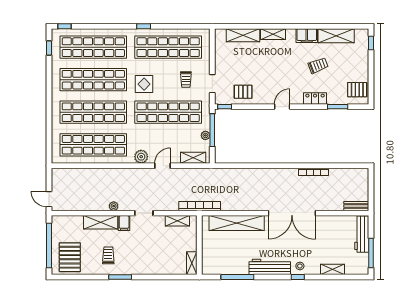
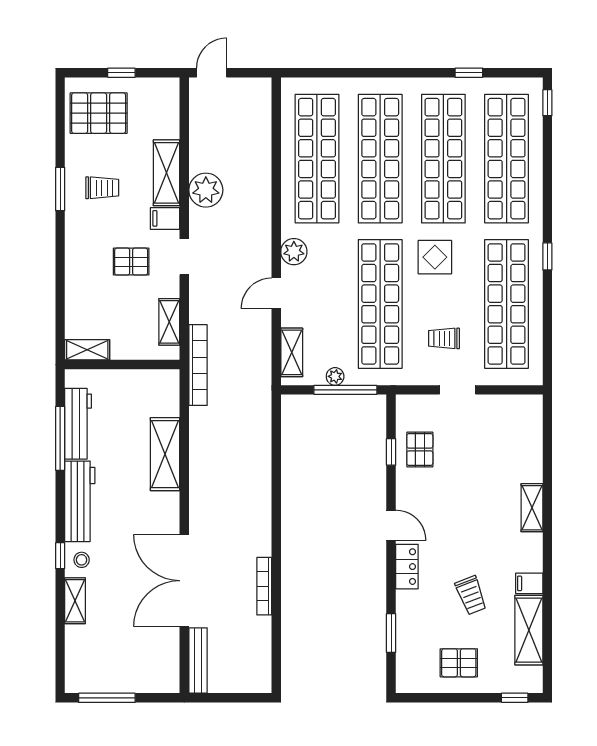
shelving: (243, 35) -> (530, 449), removed
filing cabinet: (307, 36) -> (529, 583), width x0.50
window: (49, 48) -> (469, 73), moved
doorway: (212, 84) -> (458, 390), moved
pallet: (357, 90) -> (459, 663), moved, turned 90
locker: (315, 98) -> (407, 567), moved
window: (225, 107) -> (391, 452), moved
door: (163, 166) -> (276, 293), swing flipped
plant: (114, 206) -> (206, 190), width x1.88, depth x1.88
bench: (356, 206) -> (198, 661), width x1.36
double door: (292, 213) -> (184, 581), moved
shelving: (237, 223) -> (165, 454), width x0.68
workbench: (362, 234) -> (78, 424), moved, turned 90
pallet: (146, 240) -> (131, 262), added
window: (49, 245) -> (121, 73), width x0.32
shelving: (333, 269) -> (75, 601), moved
window: (120, 277) -> (60, 189), moved

